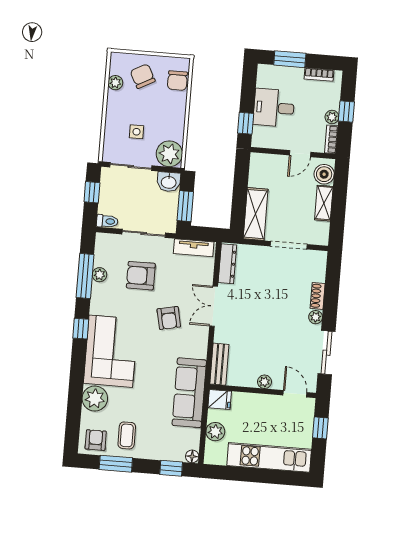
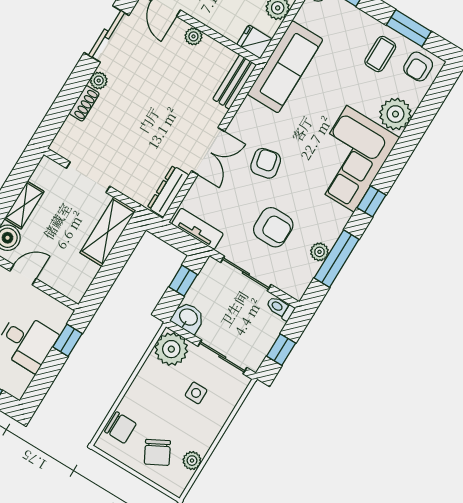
chair: (177, 81) -> (120, 428), turned 90
window: (185, 206) -> (183, 281), width x0.67

